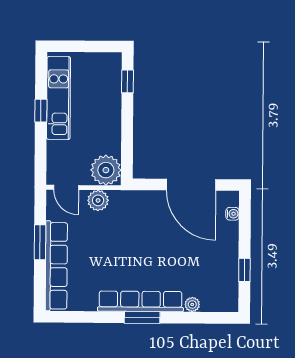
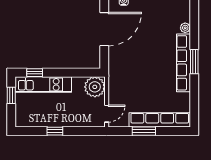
window: (94, 46) -> (11, 95), added
kitchen unit: (58, 98) -> (43, 84), moved, turned 180
plant: (98, 200) -> (115, 92), removed

